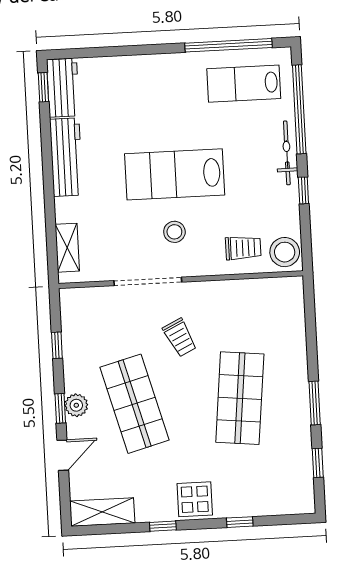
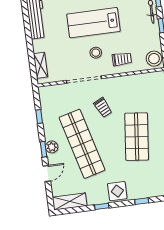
trolley: (243, 248) -> (122, 59), moved
shop shelf: (135, 404) -> (82, 144), width x1.40

